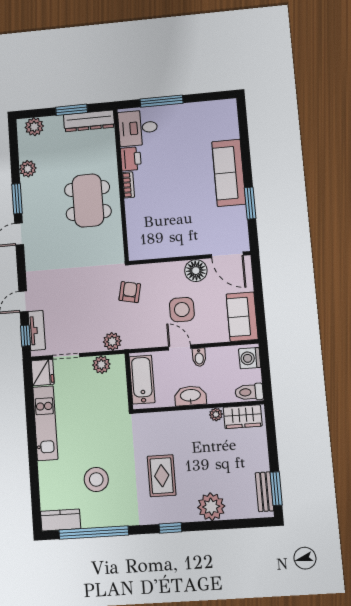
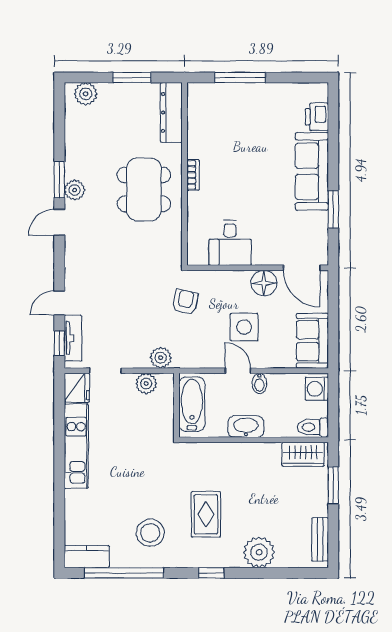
dresser: (89, 121) -> (171, 112), moved, turned 90
desk: (138, 128) -> (230, 243), moved, turned -90
printer: (131, 159) -> (317, 117), moved, turned 180
plant: (28, 169) -> (75, 190), moved
plant: (216, 414) -> (273, 450), removed
stool: (96, 479) -> (150, 533), moved
window: (276, 489) -> (333, 486), moved

